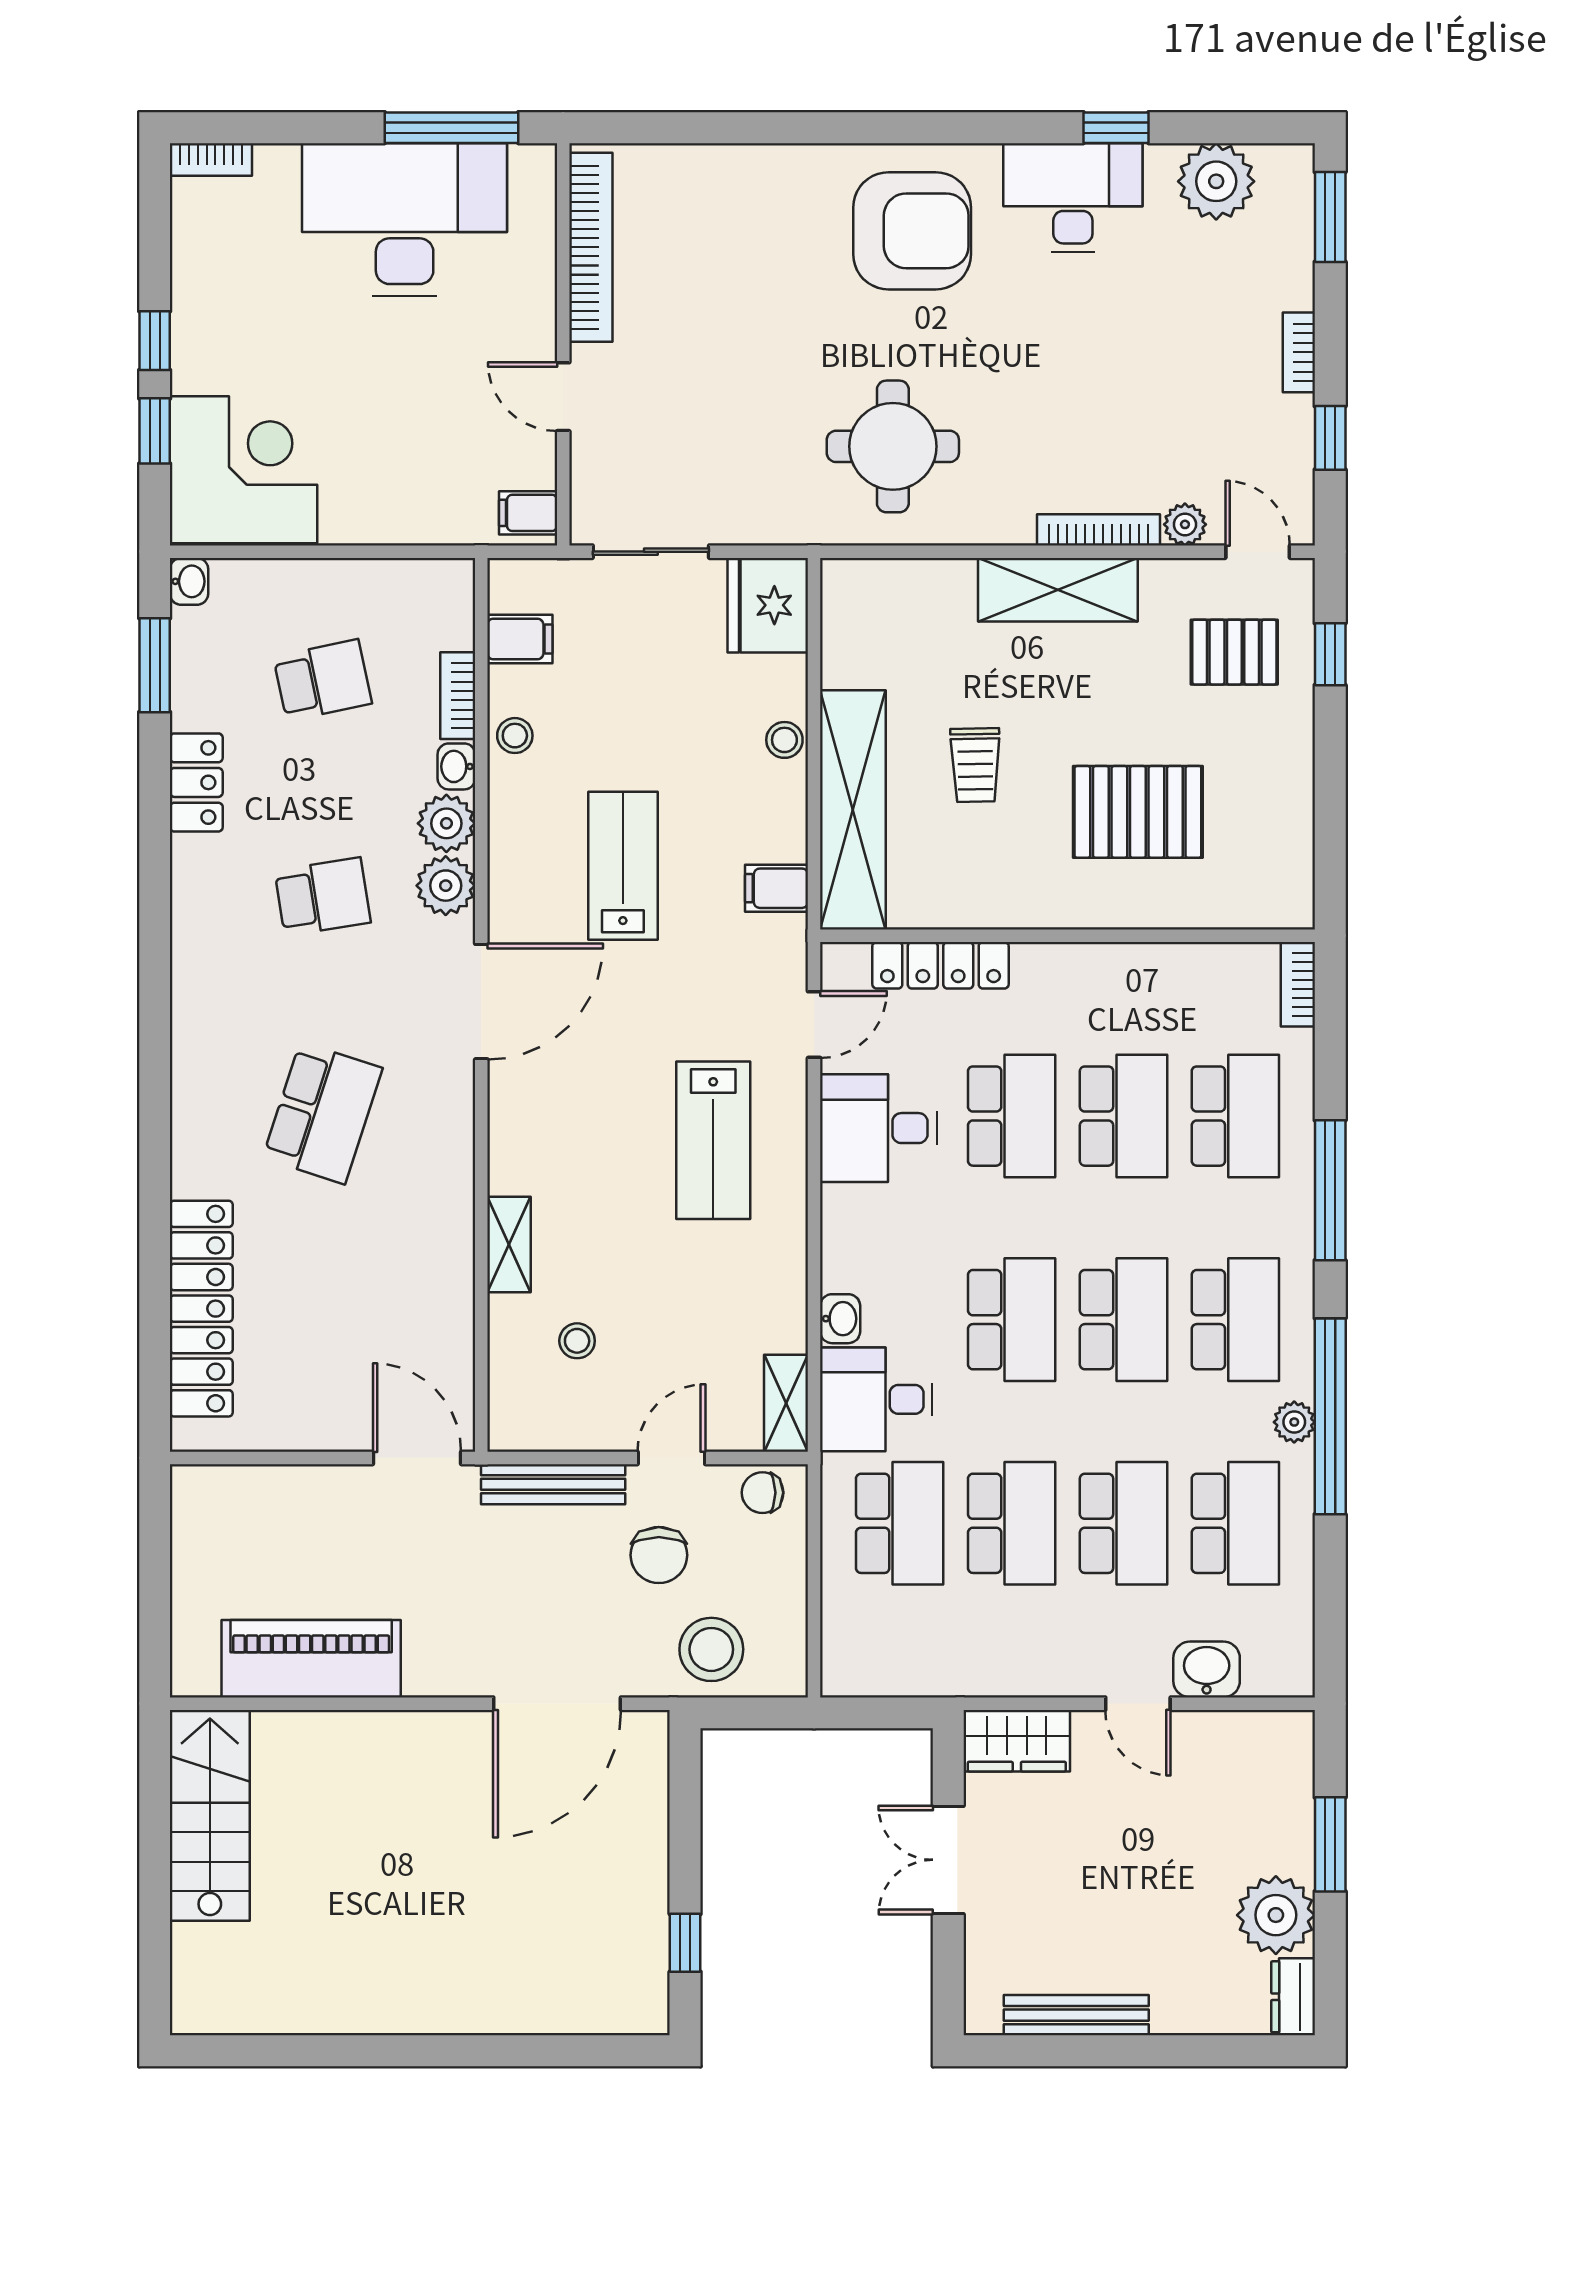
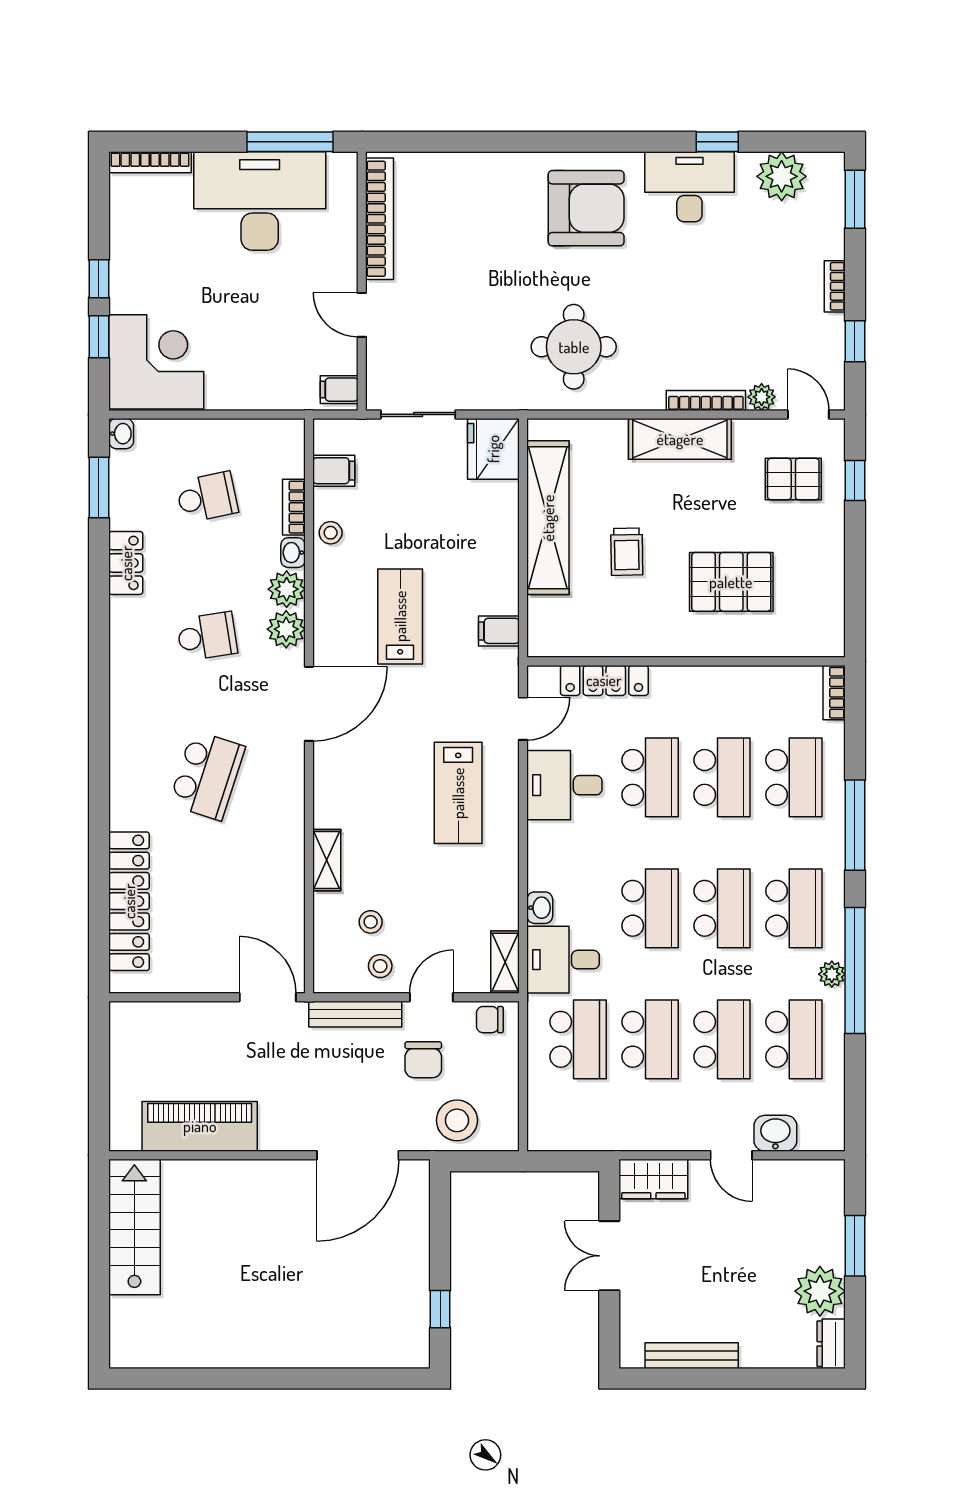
bookcase: (211, 159) -> (150, 162), width x1.56
stool: (784, 740) -> (380, 966), moved
shelving: (853, 810) -> (548, 518), moved

